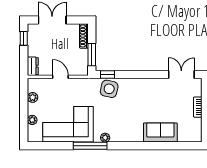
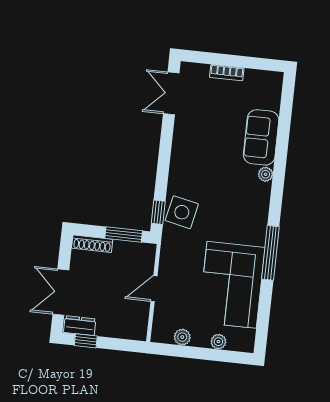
dresser: (33, 66) -> (80, 326), moved
plant: (105, 138) -> (266, 174), moved

